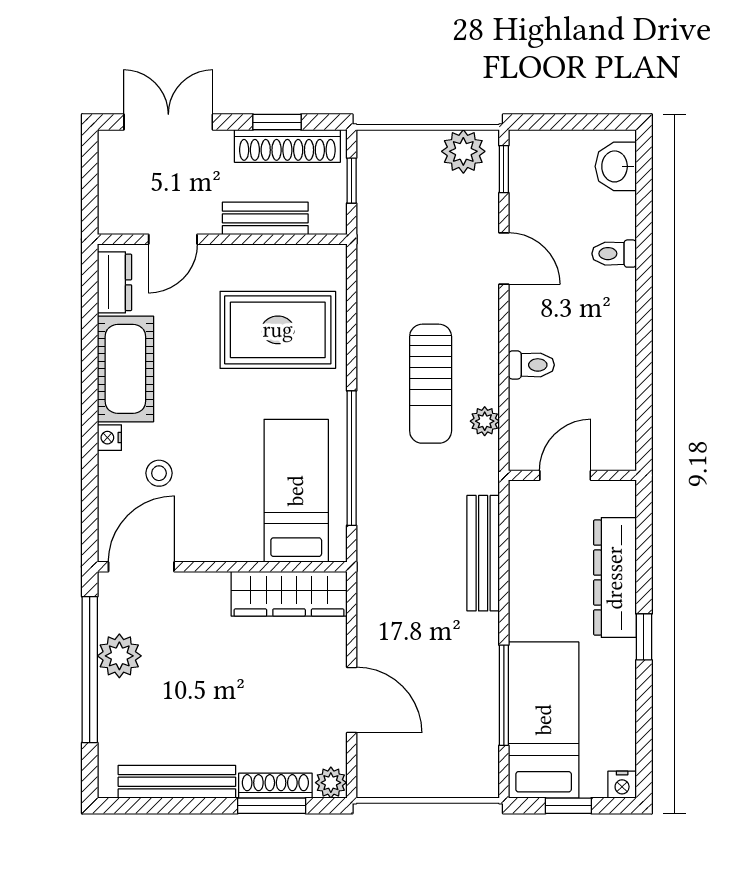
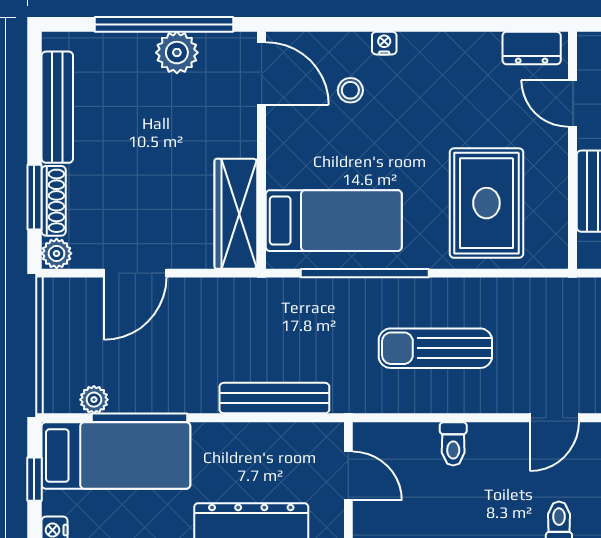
cot: (125, 369) -> (449, 58), removed
plant: (485, 421) -> (94, 400), moved

